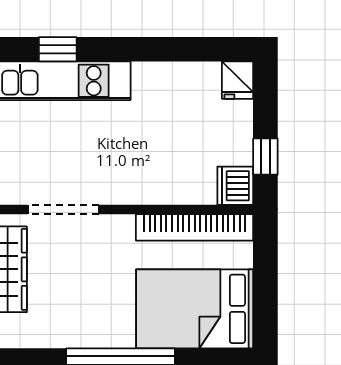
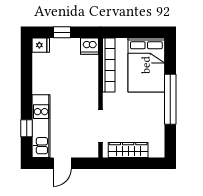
window: (265, 156) -> (62, 32), moved

